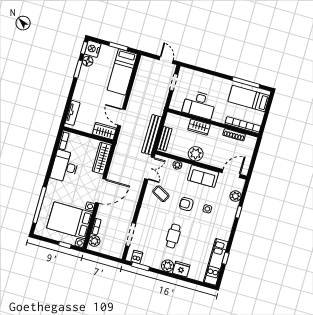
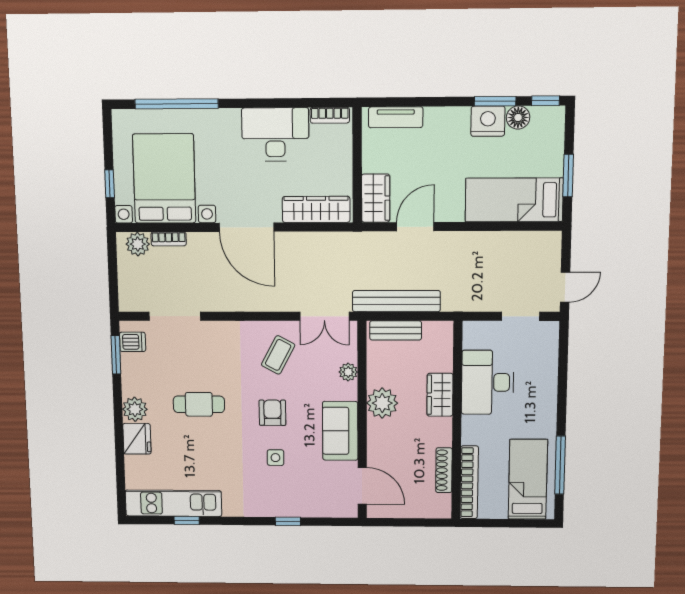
nightstand: (93, 49) -> (488, 121), moved
plant: (235, 196) -> (319, 506), removed

